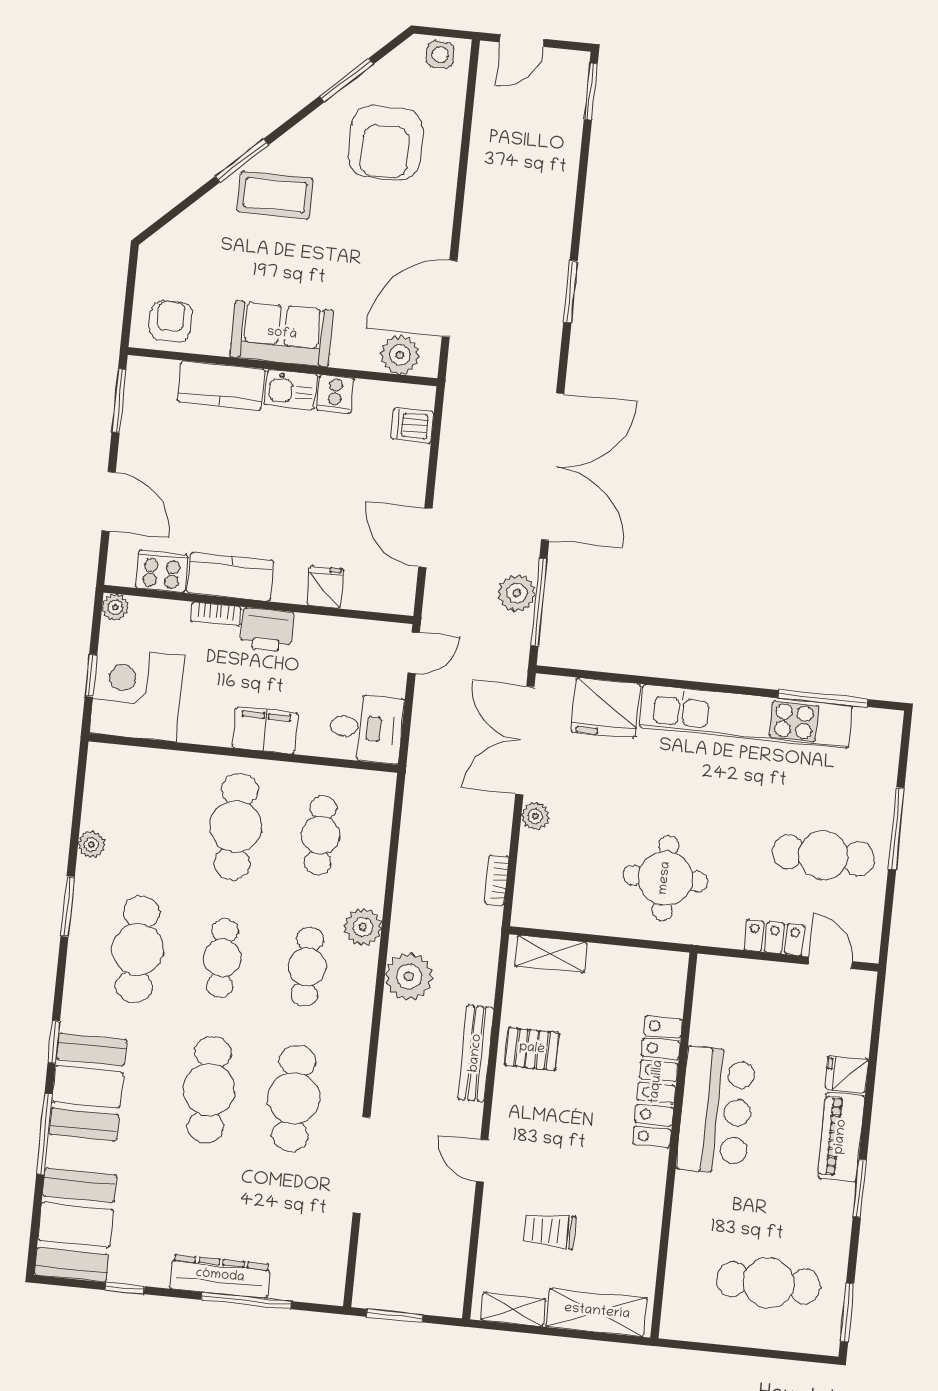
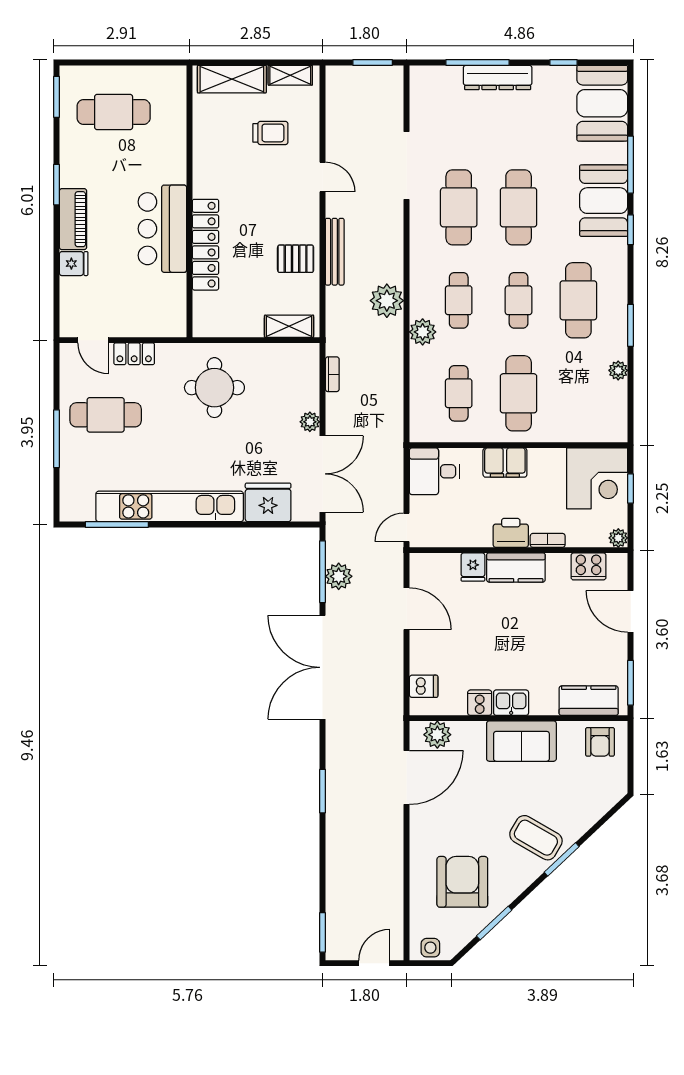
coffee table: (275, 195) -> (536, 838), turned 30
kitchen counter: (221, 386) -> (589, 701), moved
kitchen counter: (231, 577) -> (516, 568), moved

